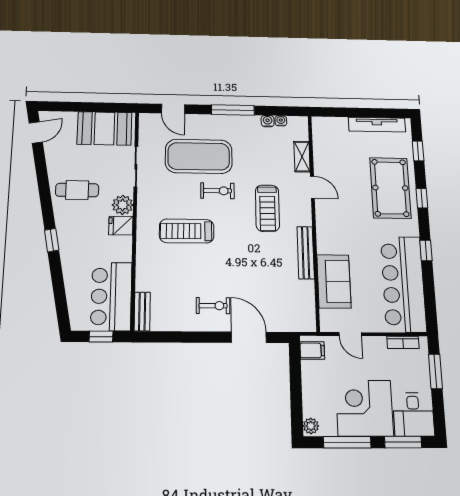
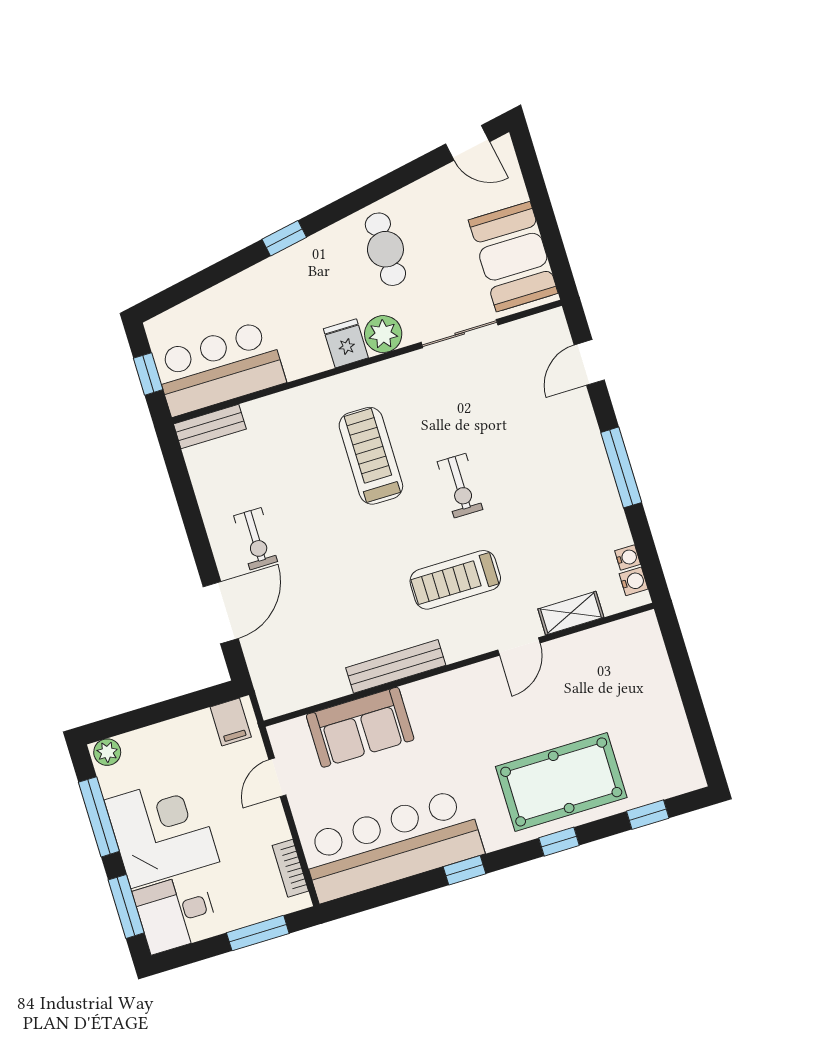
water cooler: (268, 121) -> (634, 581), moved
tv unit: (377, 125) -> (676, 729), removed
exercise mat: (199, 156) -> (513, 435), removed

